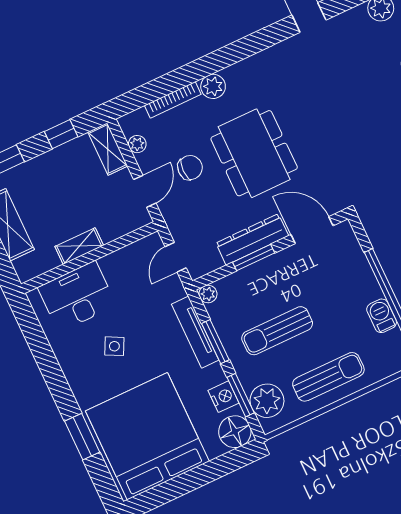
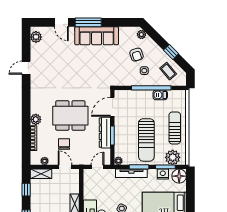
door: (176, 257) -> (97, 167), swing flipped
sun lounger: (277, 331) -> (146, 140), width x1.36, depth x1.34

